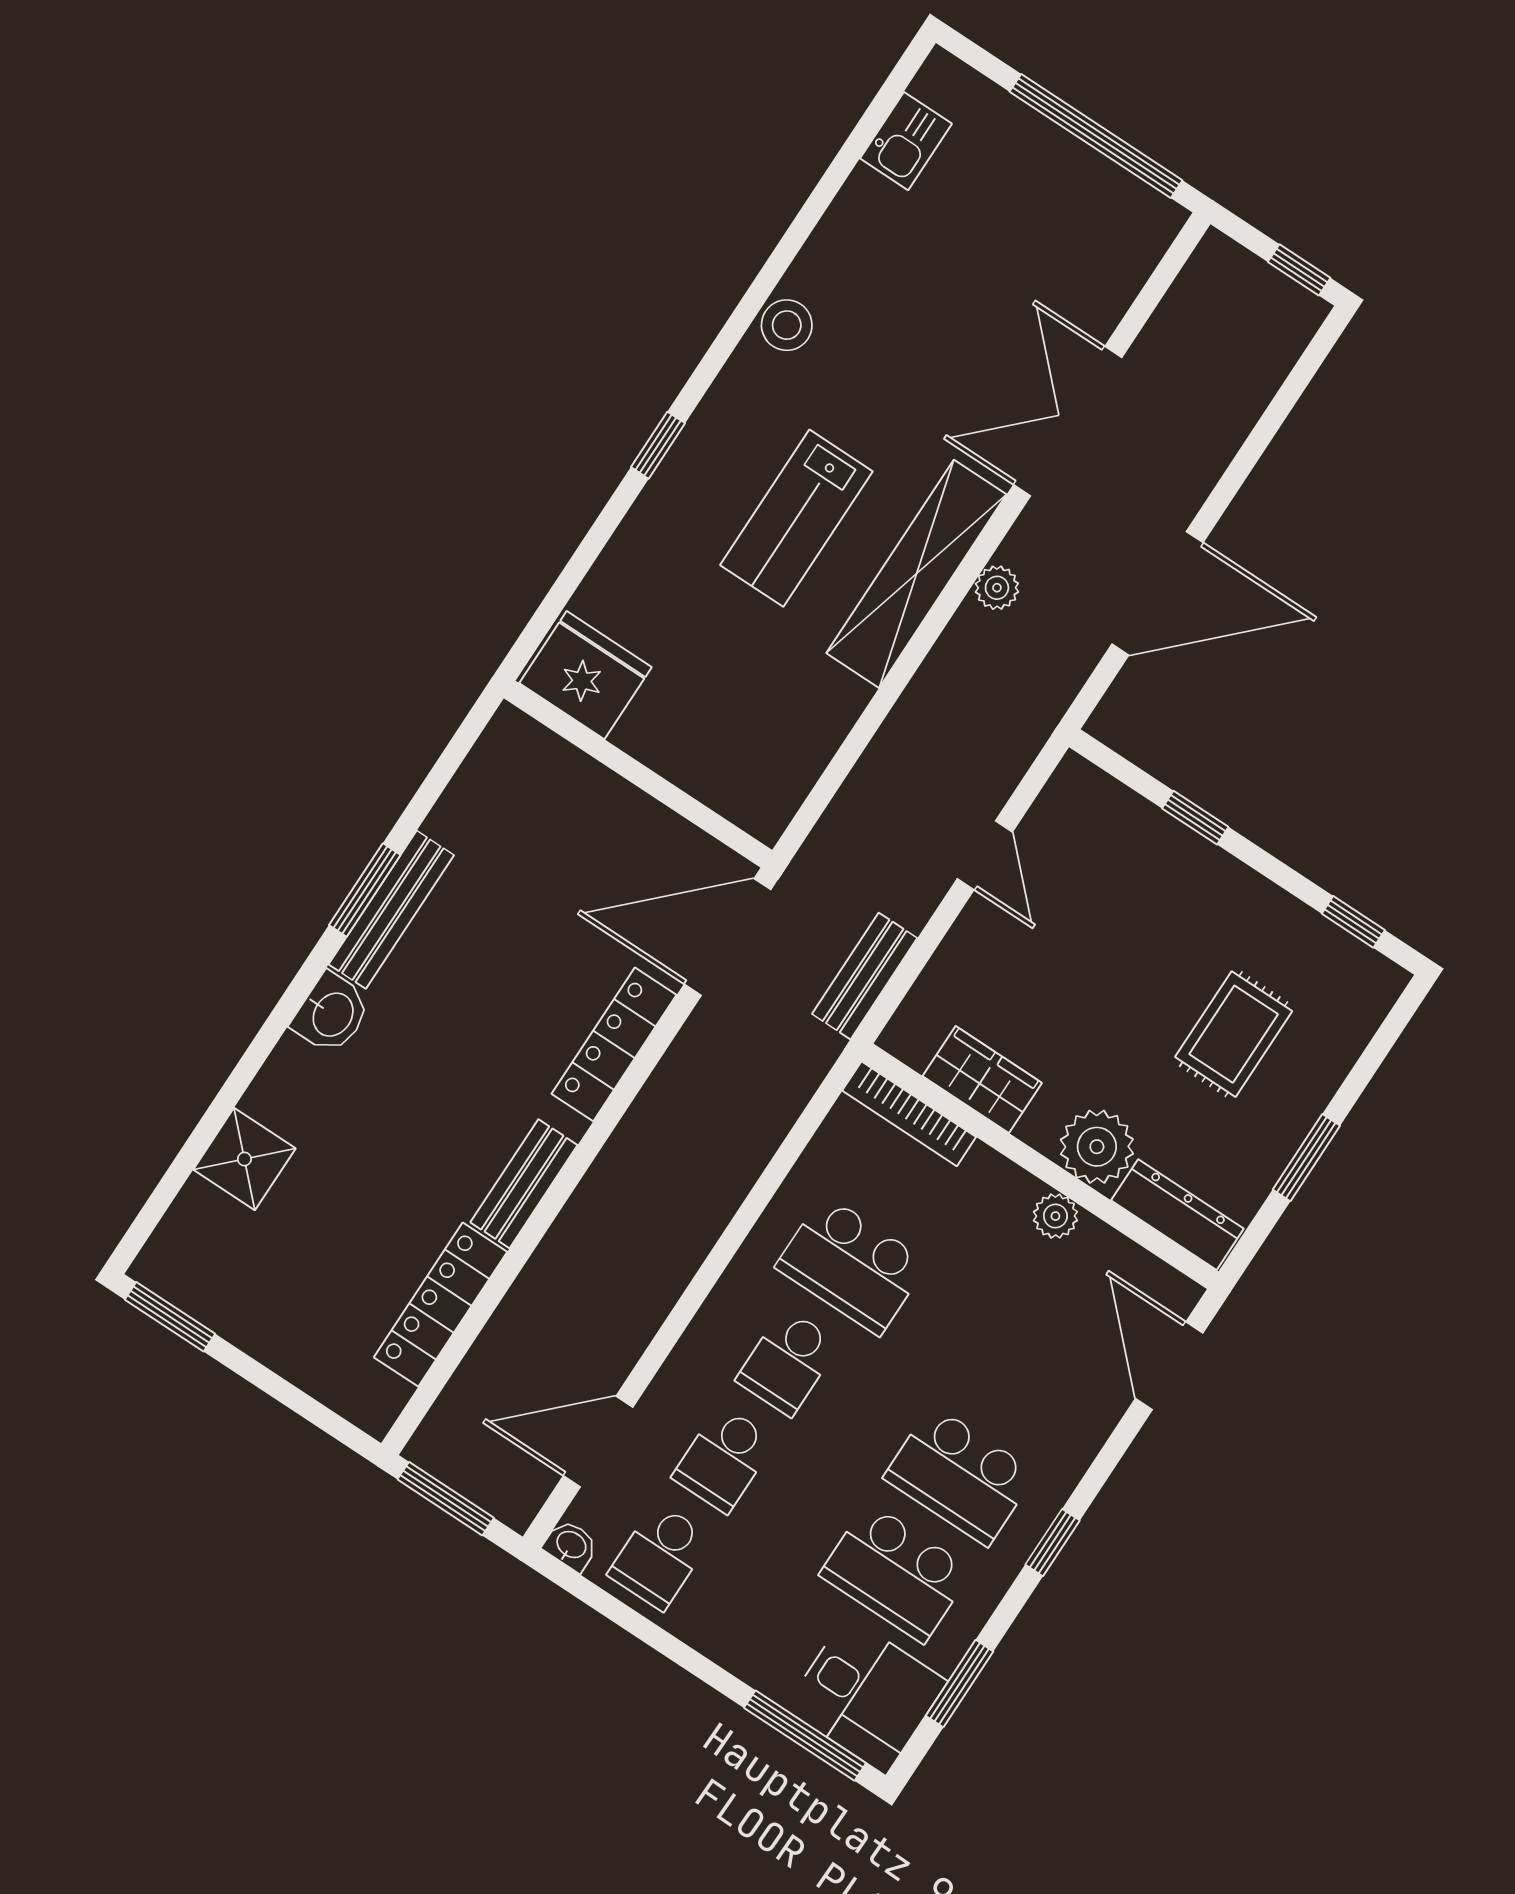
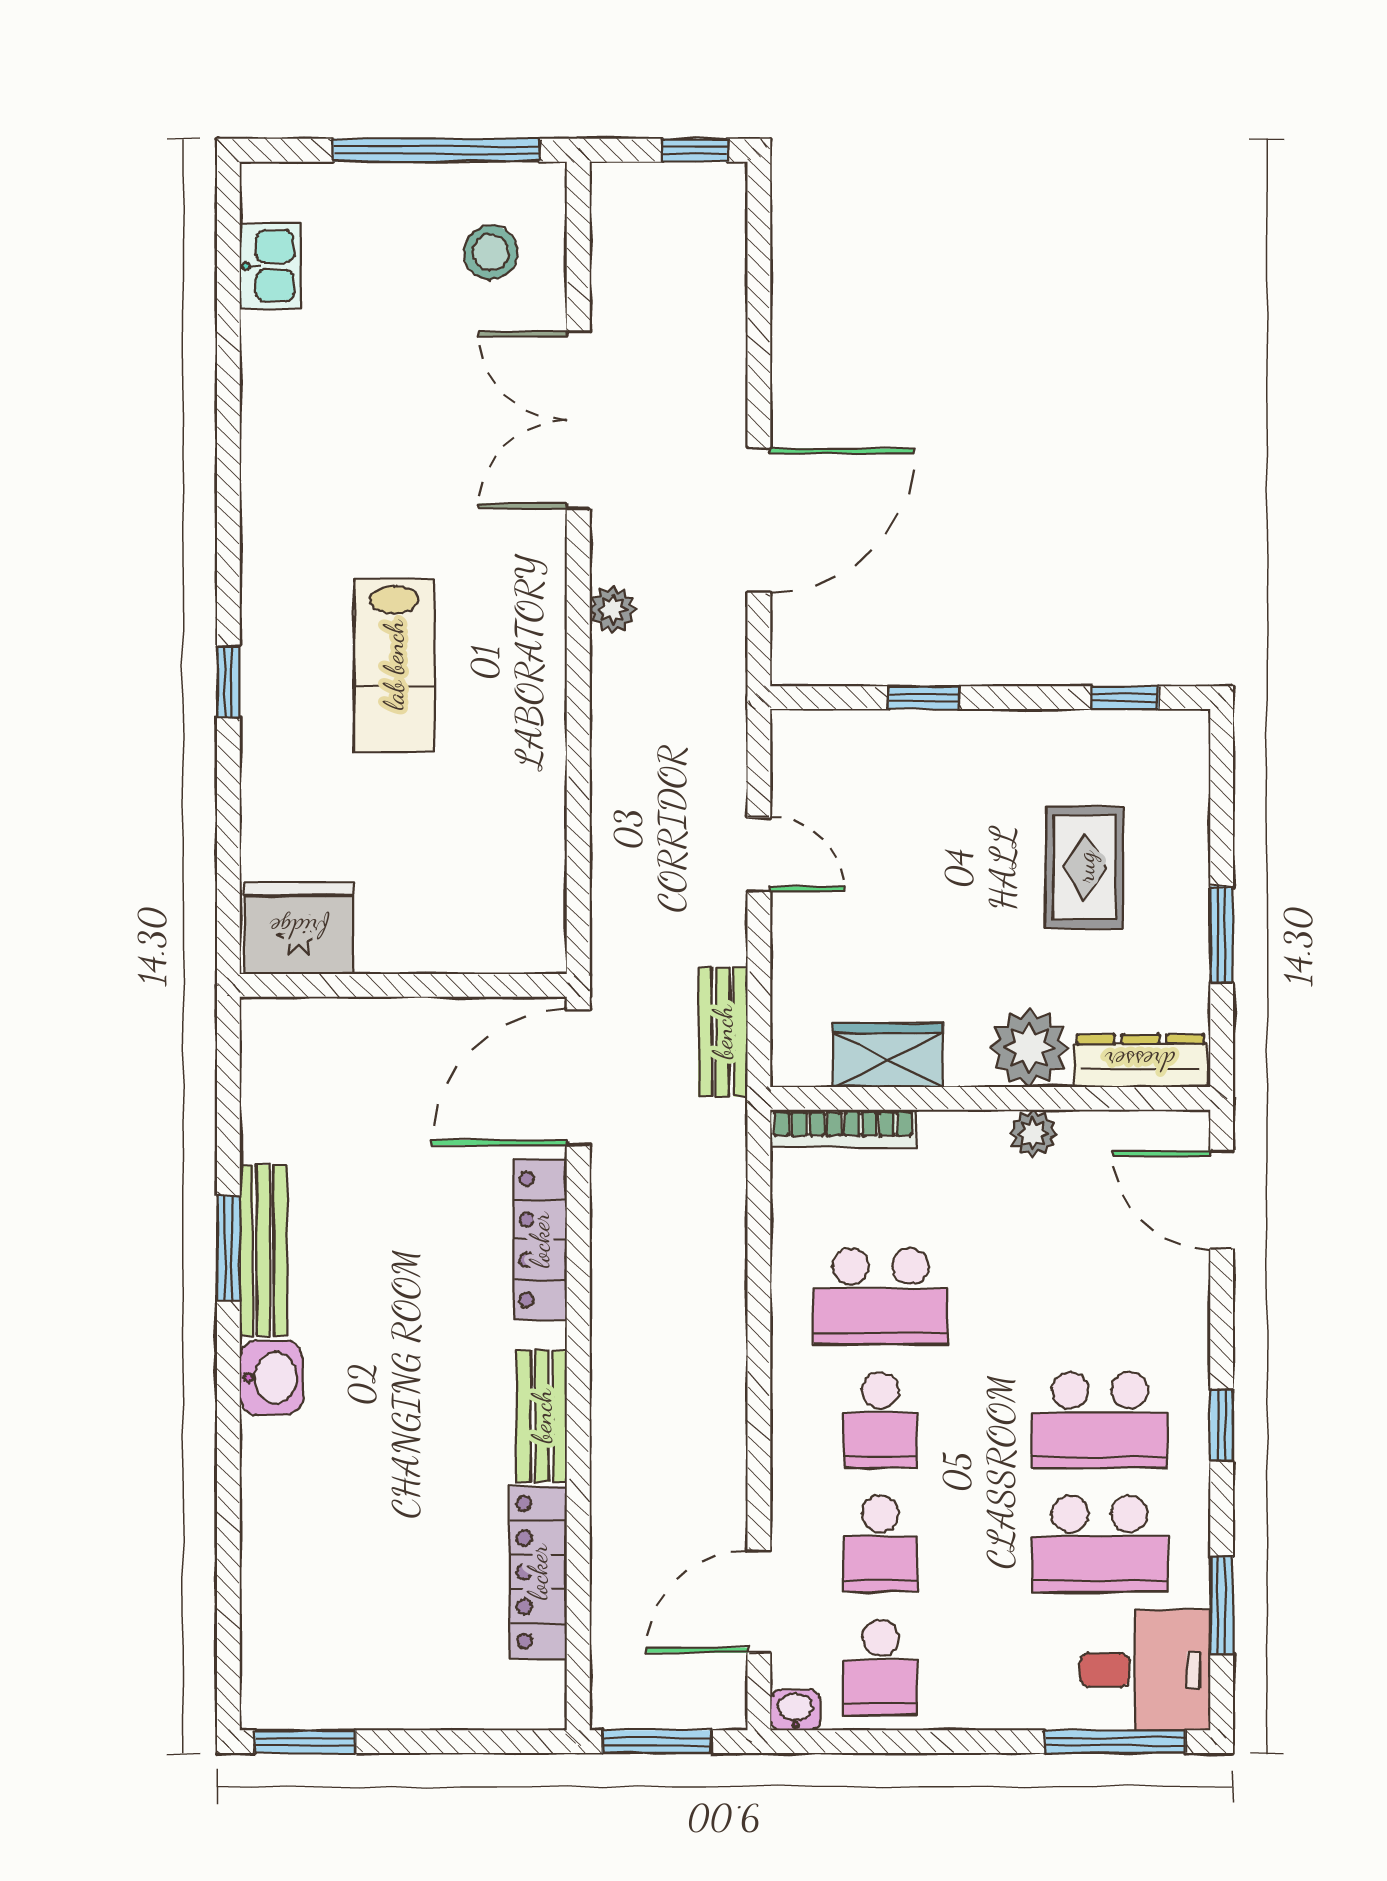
stool: (787, 325) -> (491, 252), moved
shelving: (916, 574) -> (533, 644), removed
shower: (244, 1159) -> (279, 1558), removed

